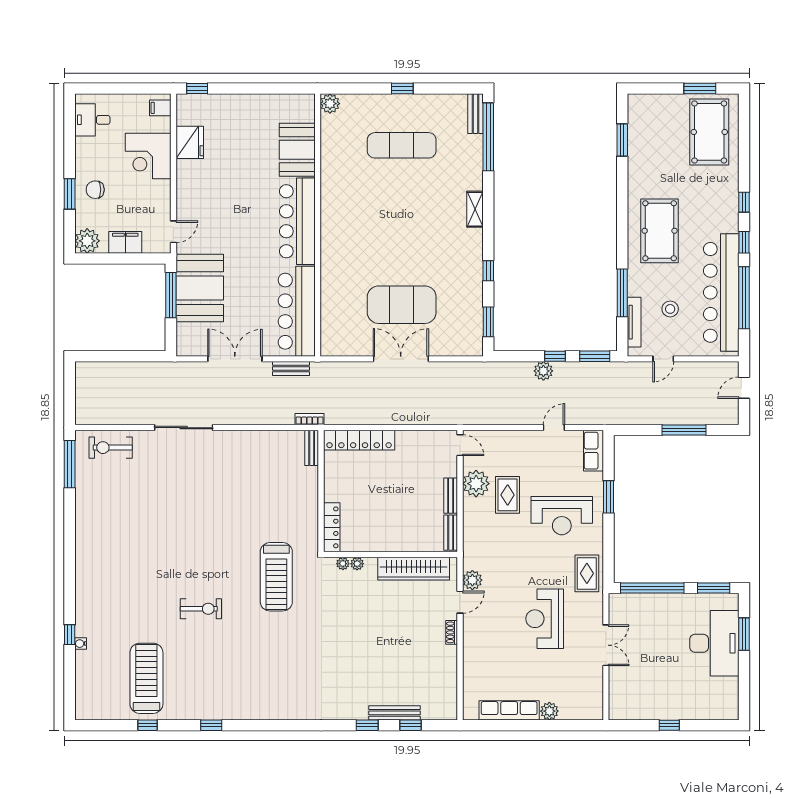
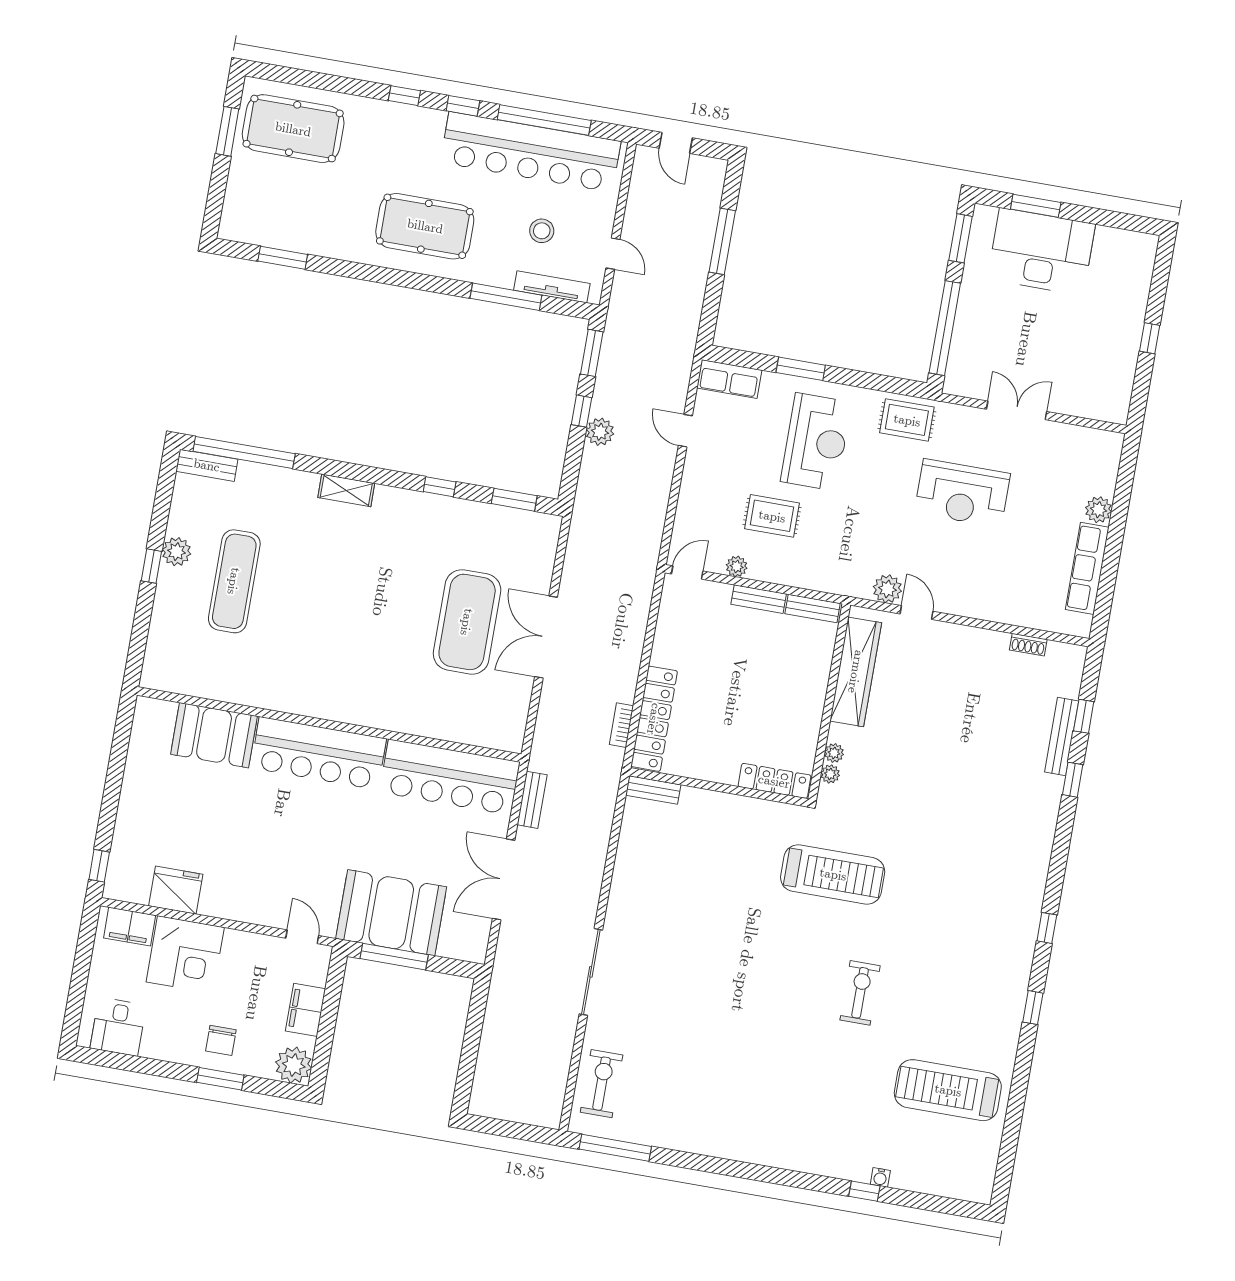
plant: (330, 104) -> (177, 552), moved
filing cabinet: (160, 108) -> (130, 927), width x2.00
bookcase: (310, 419) -> (621, 725), moved
exercise bike: (111, 448) -> (602, 1084), turned 180
plant: (476, 484) -> (737, 566), width x0.53, depth x0.53
shoe rack: (452, 632) -> (1028, 645), moved
window: (147, 725) -> (1047, 928), moved

